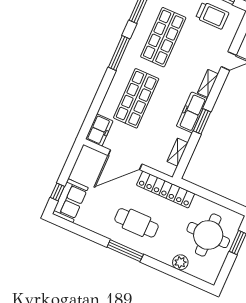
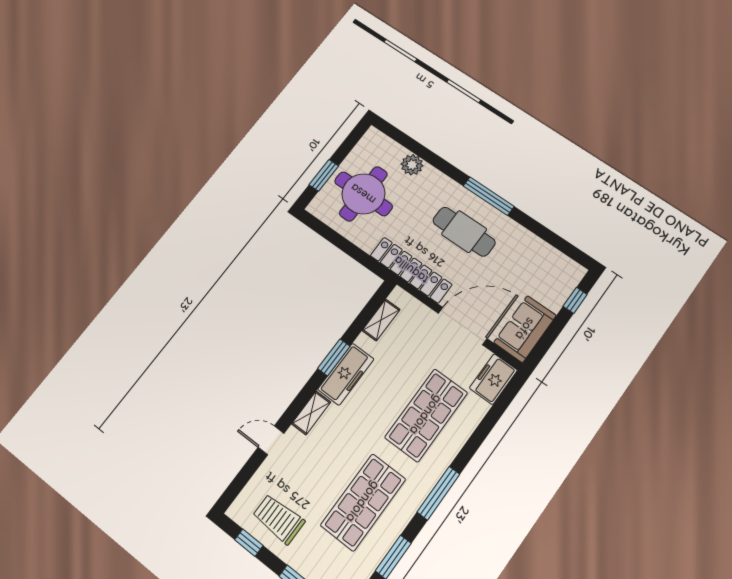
sofa: (70, 201) -> (525, 329), moved

